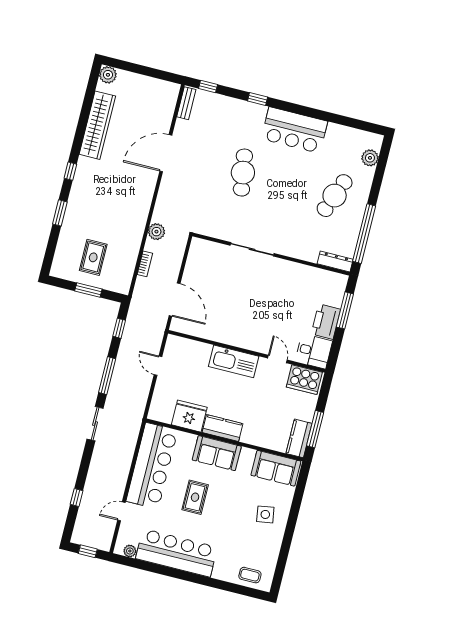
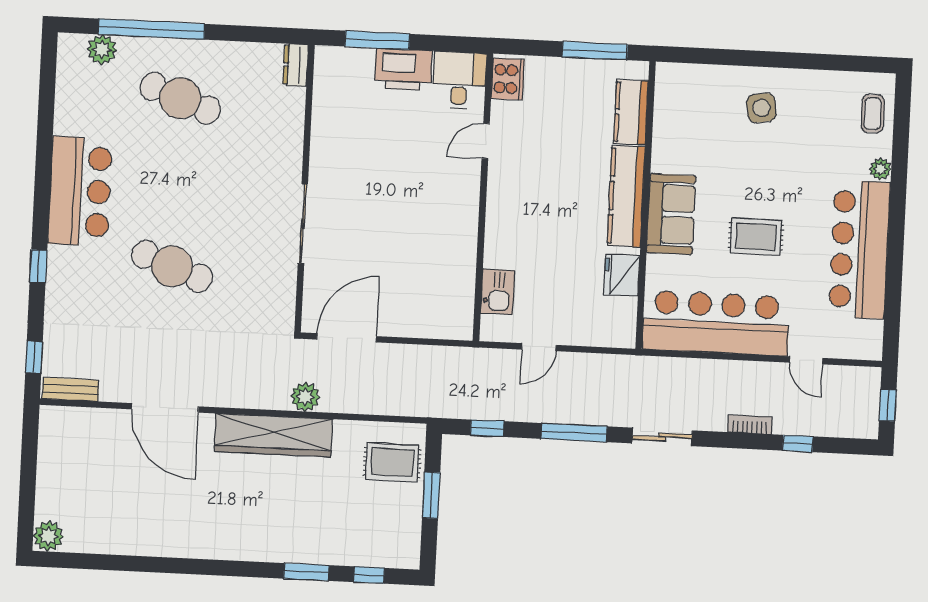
wardrobe: (97, 125) -> (273, 435), moved, turned 180
window: (70, 171) -> (369, 575), moved
cafe table: (243, 173) -> (172, 266), turned 30
window: (364, 234) -> (152, 29), moved
rug: (93, 257) -> (392, 462), moved
dresser: (335, 262) -> (296, 65), width x0.70
bookcase: (145, 264) -> (750, 425), moved
door: (175, 300) -> (347, 338), moved
kitchen sink: (234, 361) -> (498, 292), moved, width x0.53, depth x0.81
cooker: (304, 380) -> (508, 79), width x0.73, depth x0.76
fridge: (189, 416) -> (622, 275), width x0.73, depth x0.75
kitchen counter: (223, 428) -> (626, 196), width x1.50
kitchen counter: (299, 438) -> (631, 112), moved, turned 90
sofa: (276, 468) -> (677, 106), removed
plant: (130, 551) -> (880, 169), moved

